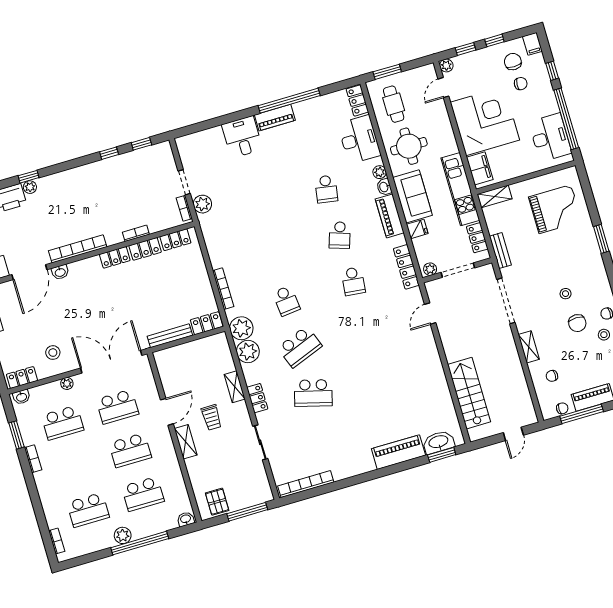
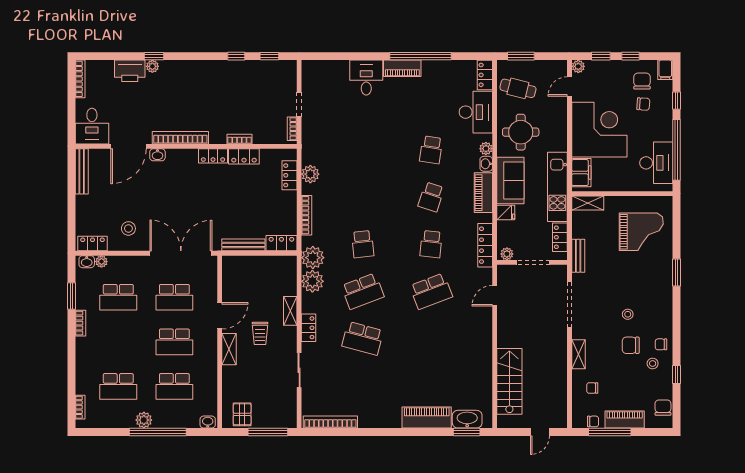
cafe table: (394, 104) -> (518, 88), turned -76
plant: (202, 204) -> (310, 174), moved
locker: (175, 240) -> (289, 175), moved, turned 90
chair: (577, 323) -> (631, 345), turned 90
school desk: (367, 327) -> (431, 291), added
plant: (67, 383) -> (101, 262), moved

